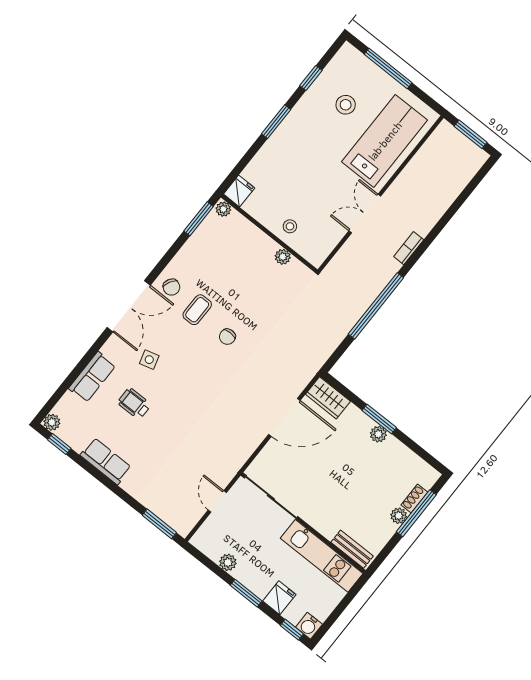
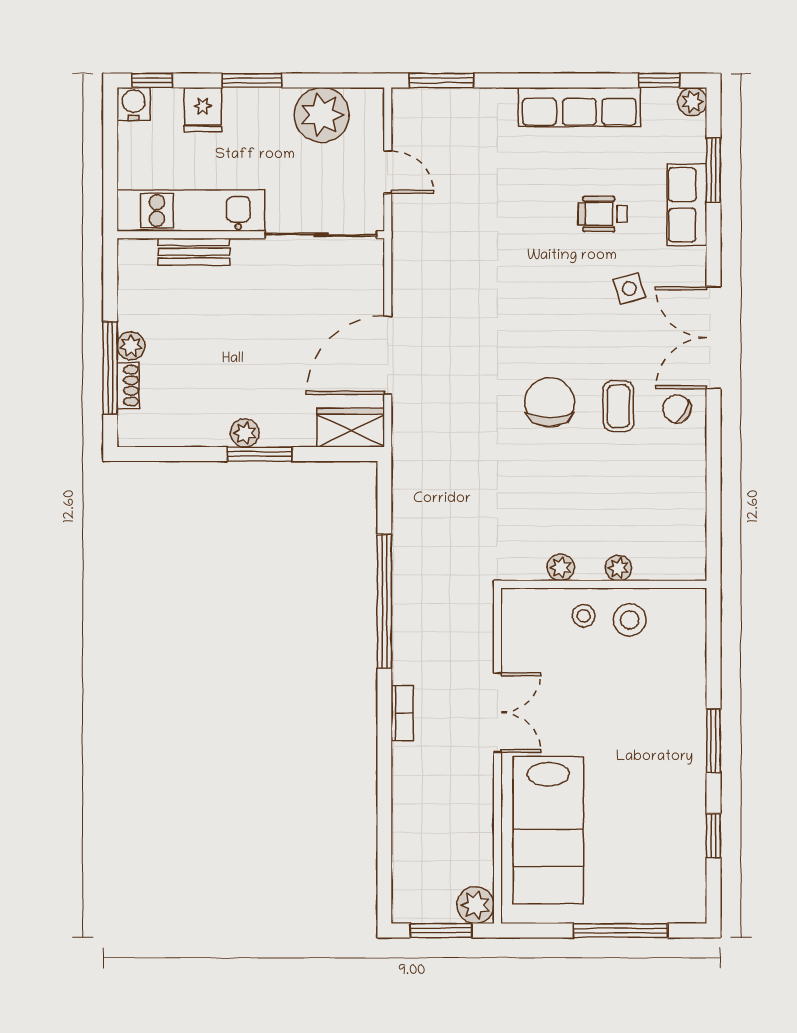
stool: (346, 105) -> (630, 620), moved
plant: (445, 133) -> (476, 905), added
fridge: (239, 191) -> (689, 609), removed
plant: (223, 209) -> (618, 568), moved
window: (199, 219) -> (713, 170), moved
chair: (227, 337) -> (550, 402), width x1.87, depth x1.87
wheelchair: (134, 404) -> (603, 214), turned 180
row of seats: (106, 461) -> (579, 107), width x1.48
bench: (352, 549) -> (194, 252), moved
plant: (228, 562) -> (322, 115), width x1.87, depth x1.87

